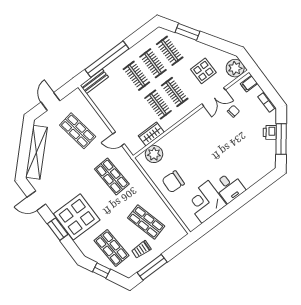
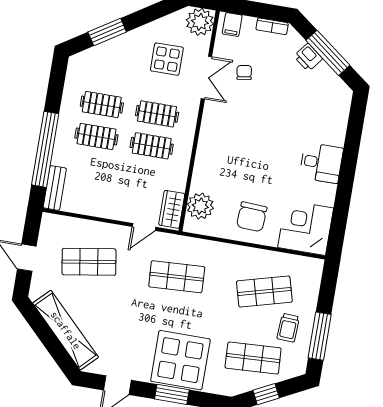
clothes rail: (170, 51) -> (107, 73), removed
wardrobe: (151, 134) -> (172, 209), moved
corner desk: (205, 202) -> (306, 228), moved, turned 90

